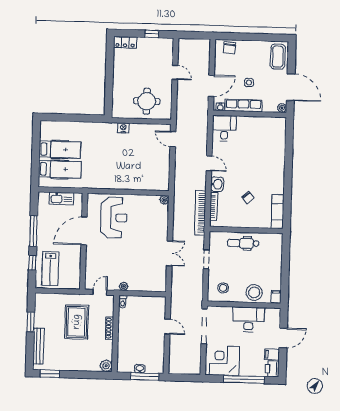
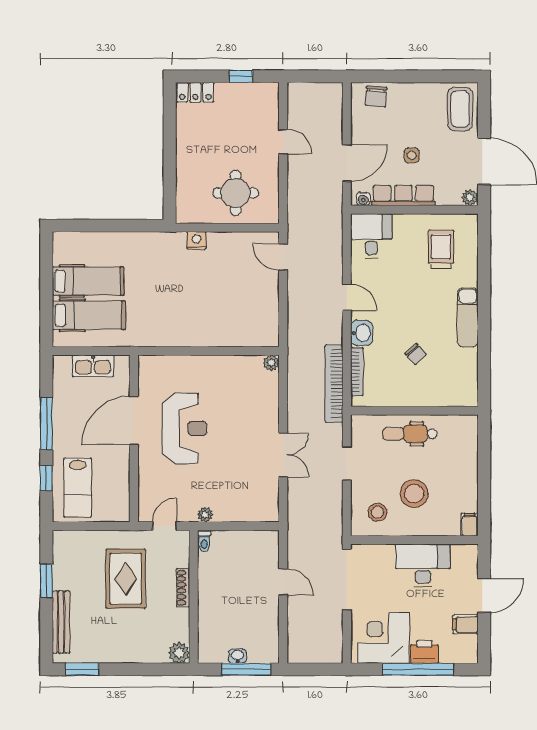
trolley: (264, 137) -> (441, 249), added
exam couch: (278, 212) -> (468, 317), moved
reception desk: (114, 218) -> (185, 428), moved
stool: (254, 293) -> (414, 494), moved
printer: (272, 369) -> (424, 652), moved, turned 90

